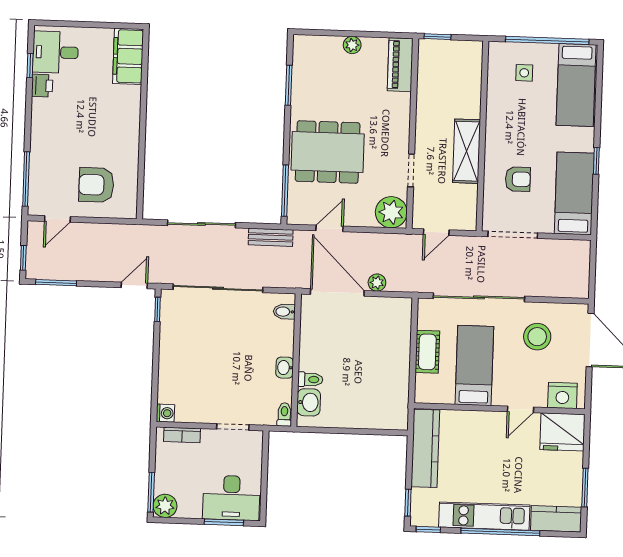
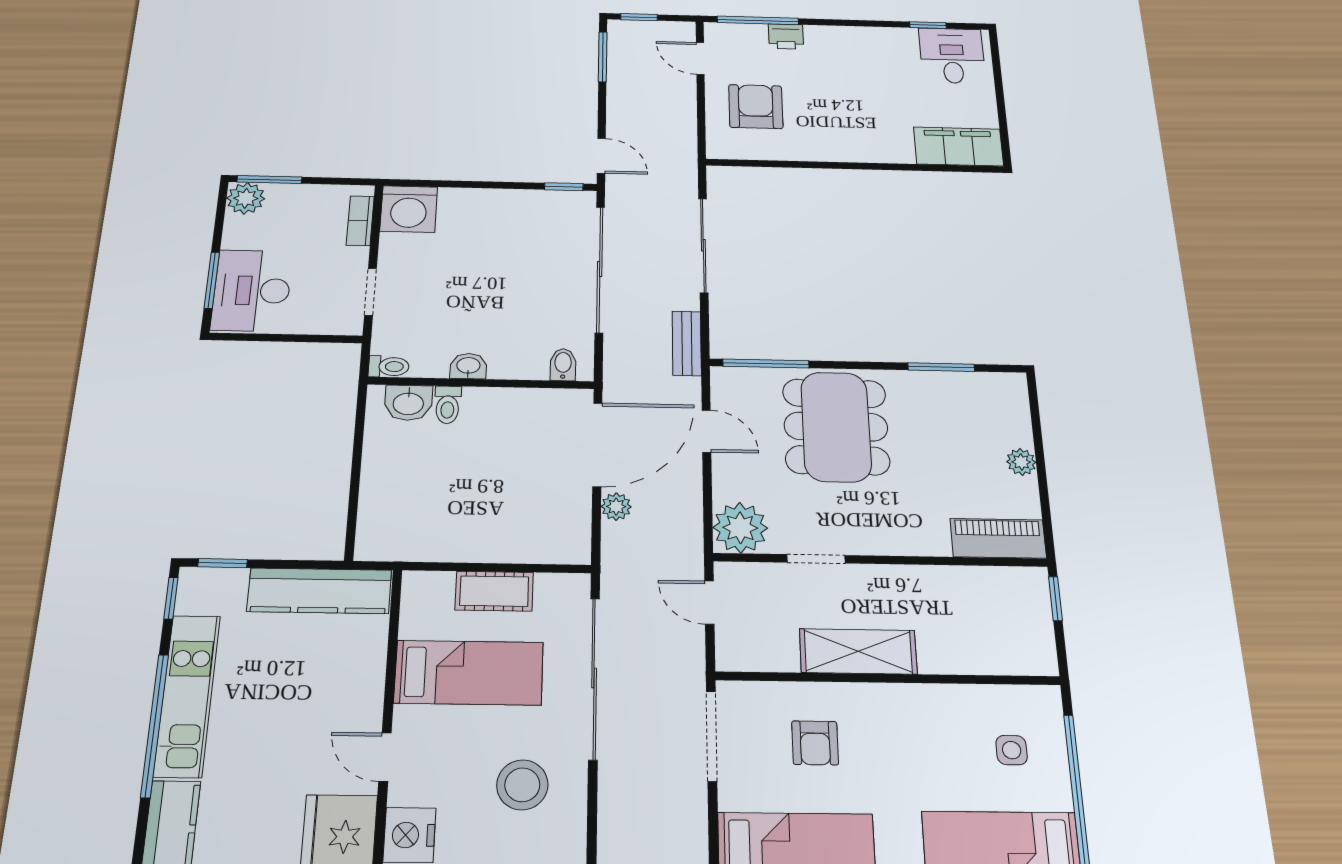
printer: (42, 86) -> (786, 36), moved
washing machine: (165, 413) -> (409, 209), width x1.89, depth x1.89

